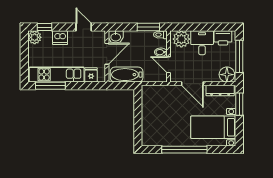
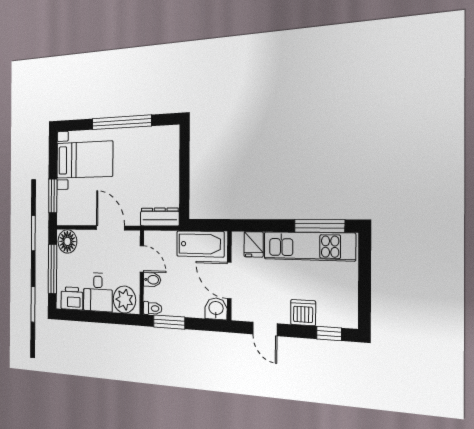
plant: (35, 37) -> (346, 316), removed
door: (107, 54) -> (229, 280), hinge flipped
dresser: (220, 91) -> (160, 217), moved

